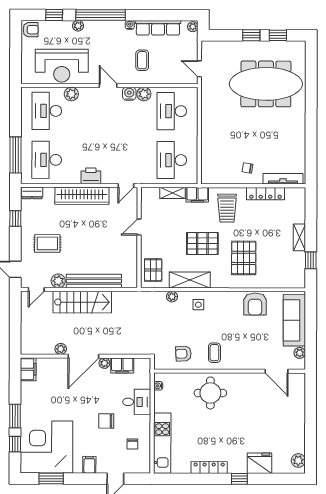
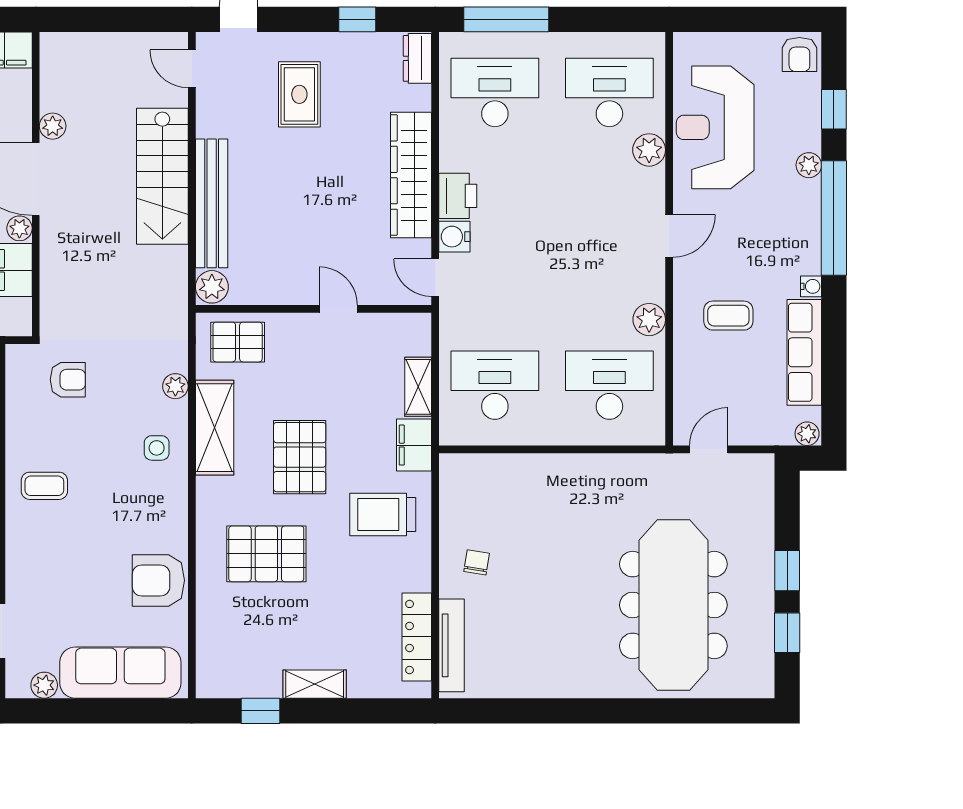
water cooler: (129, 94) -> (454, 237), moved, turned 180
locker: (265, 194) -> (417, 637), moved
plant: (58, 281) -> (212, 287), moved
armchair: (183, 354) -> (68, 380), moved, turned 93

